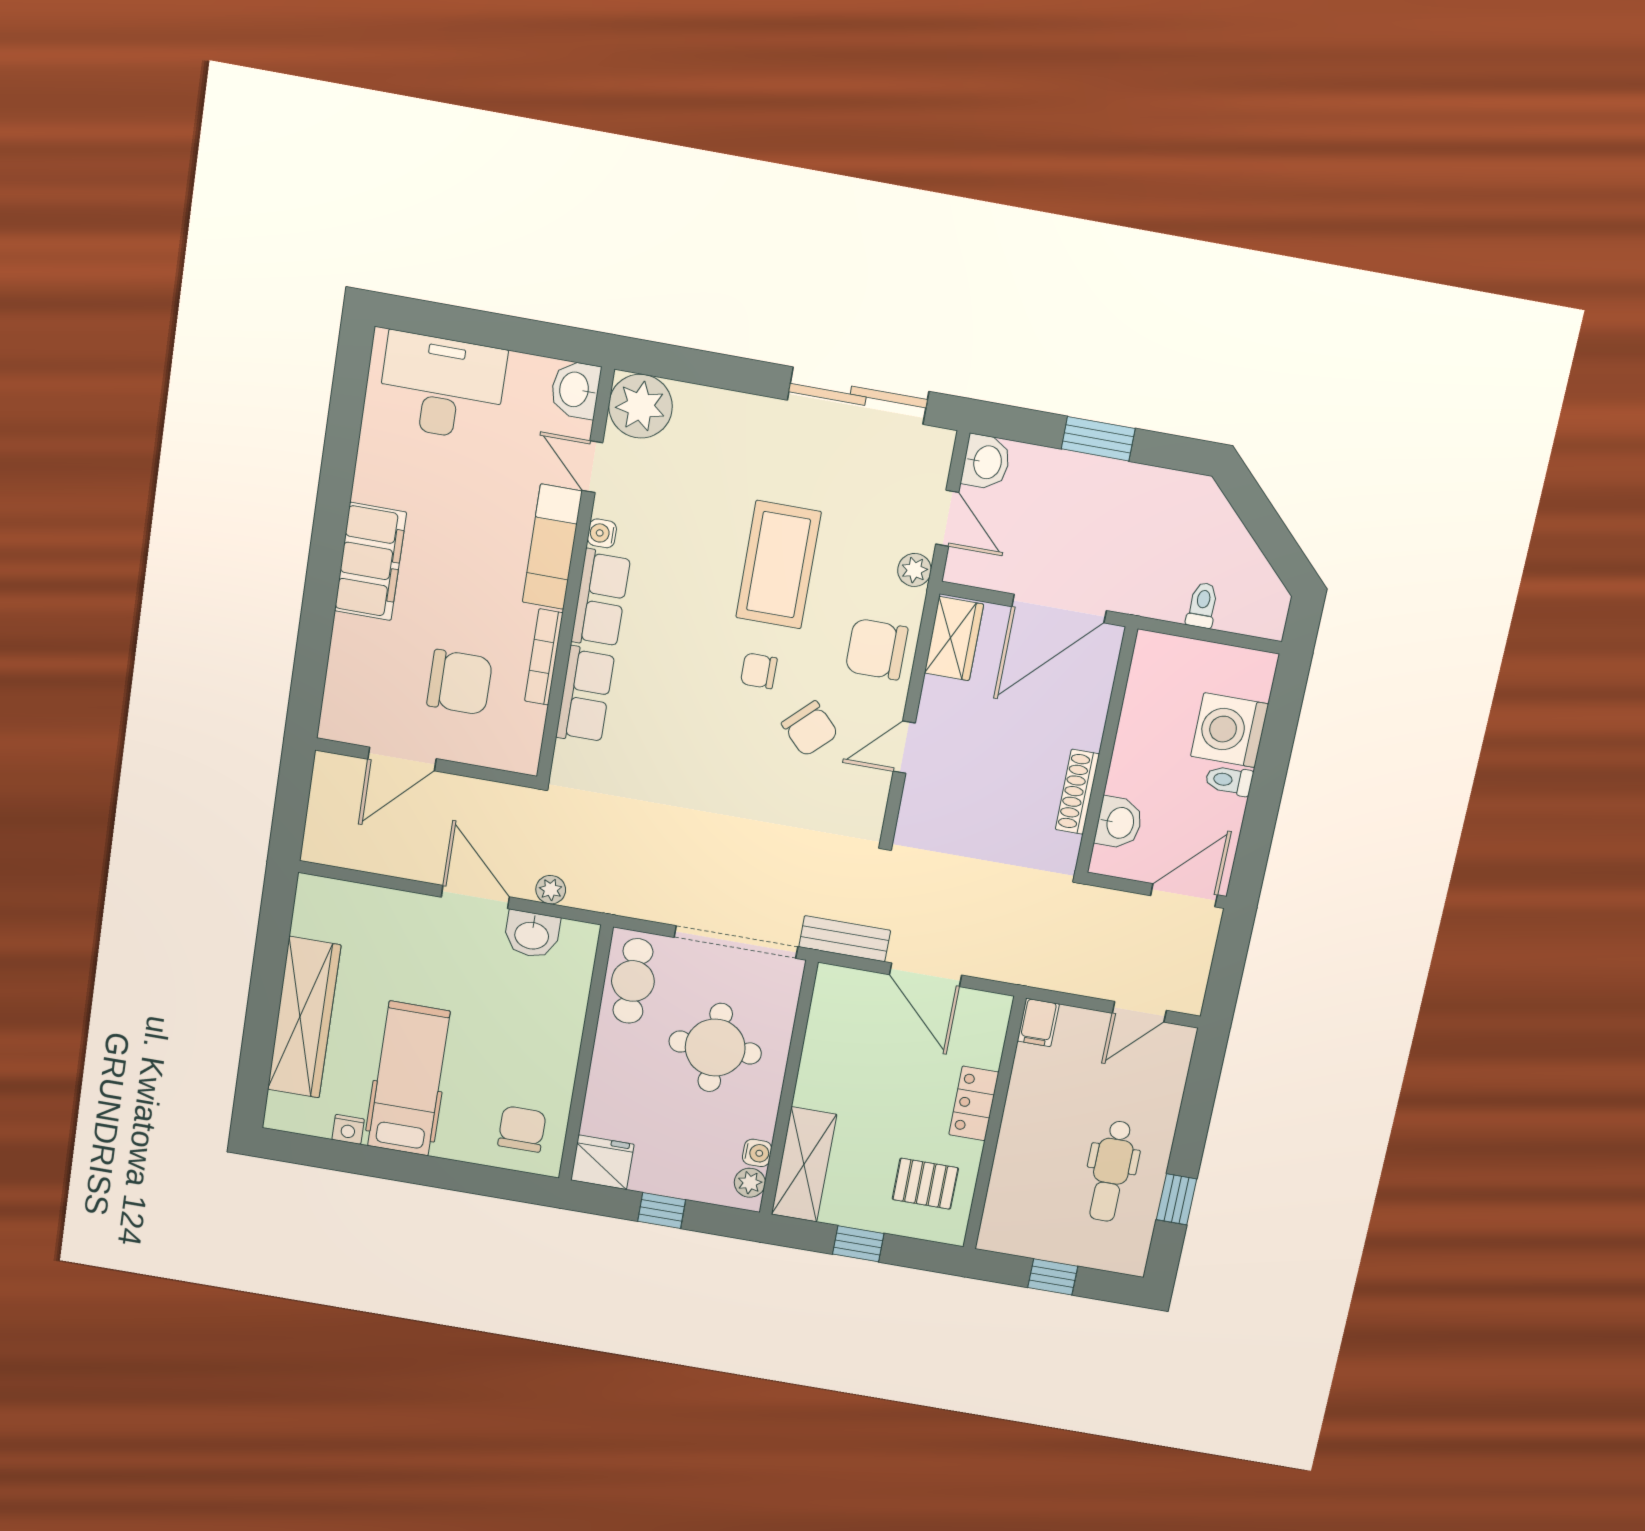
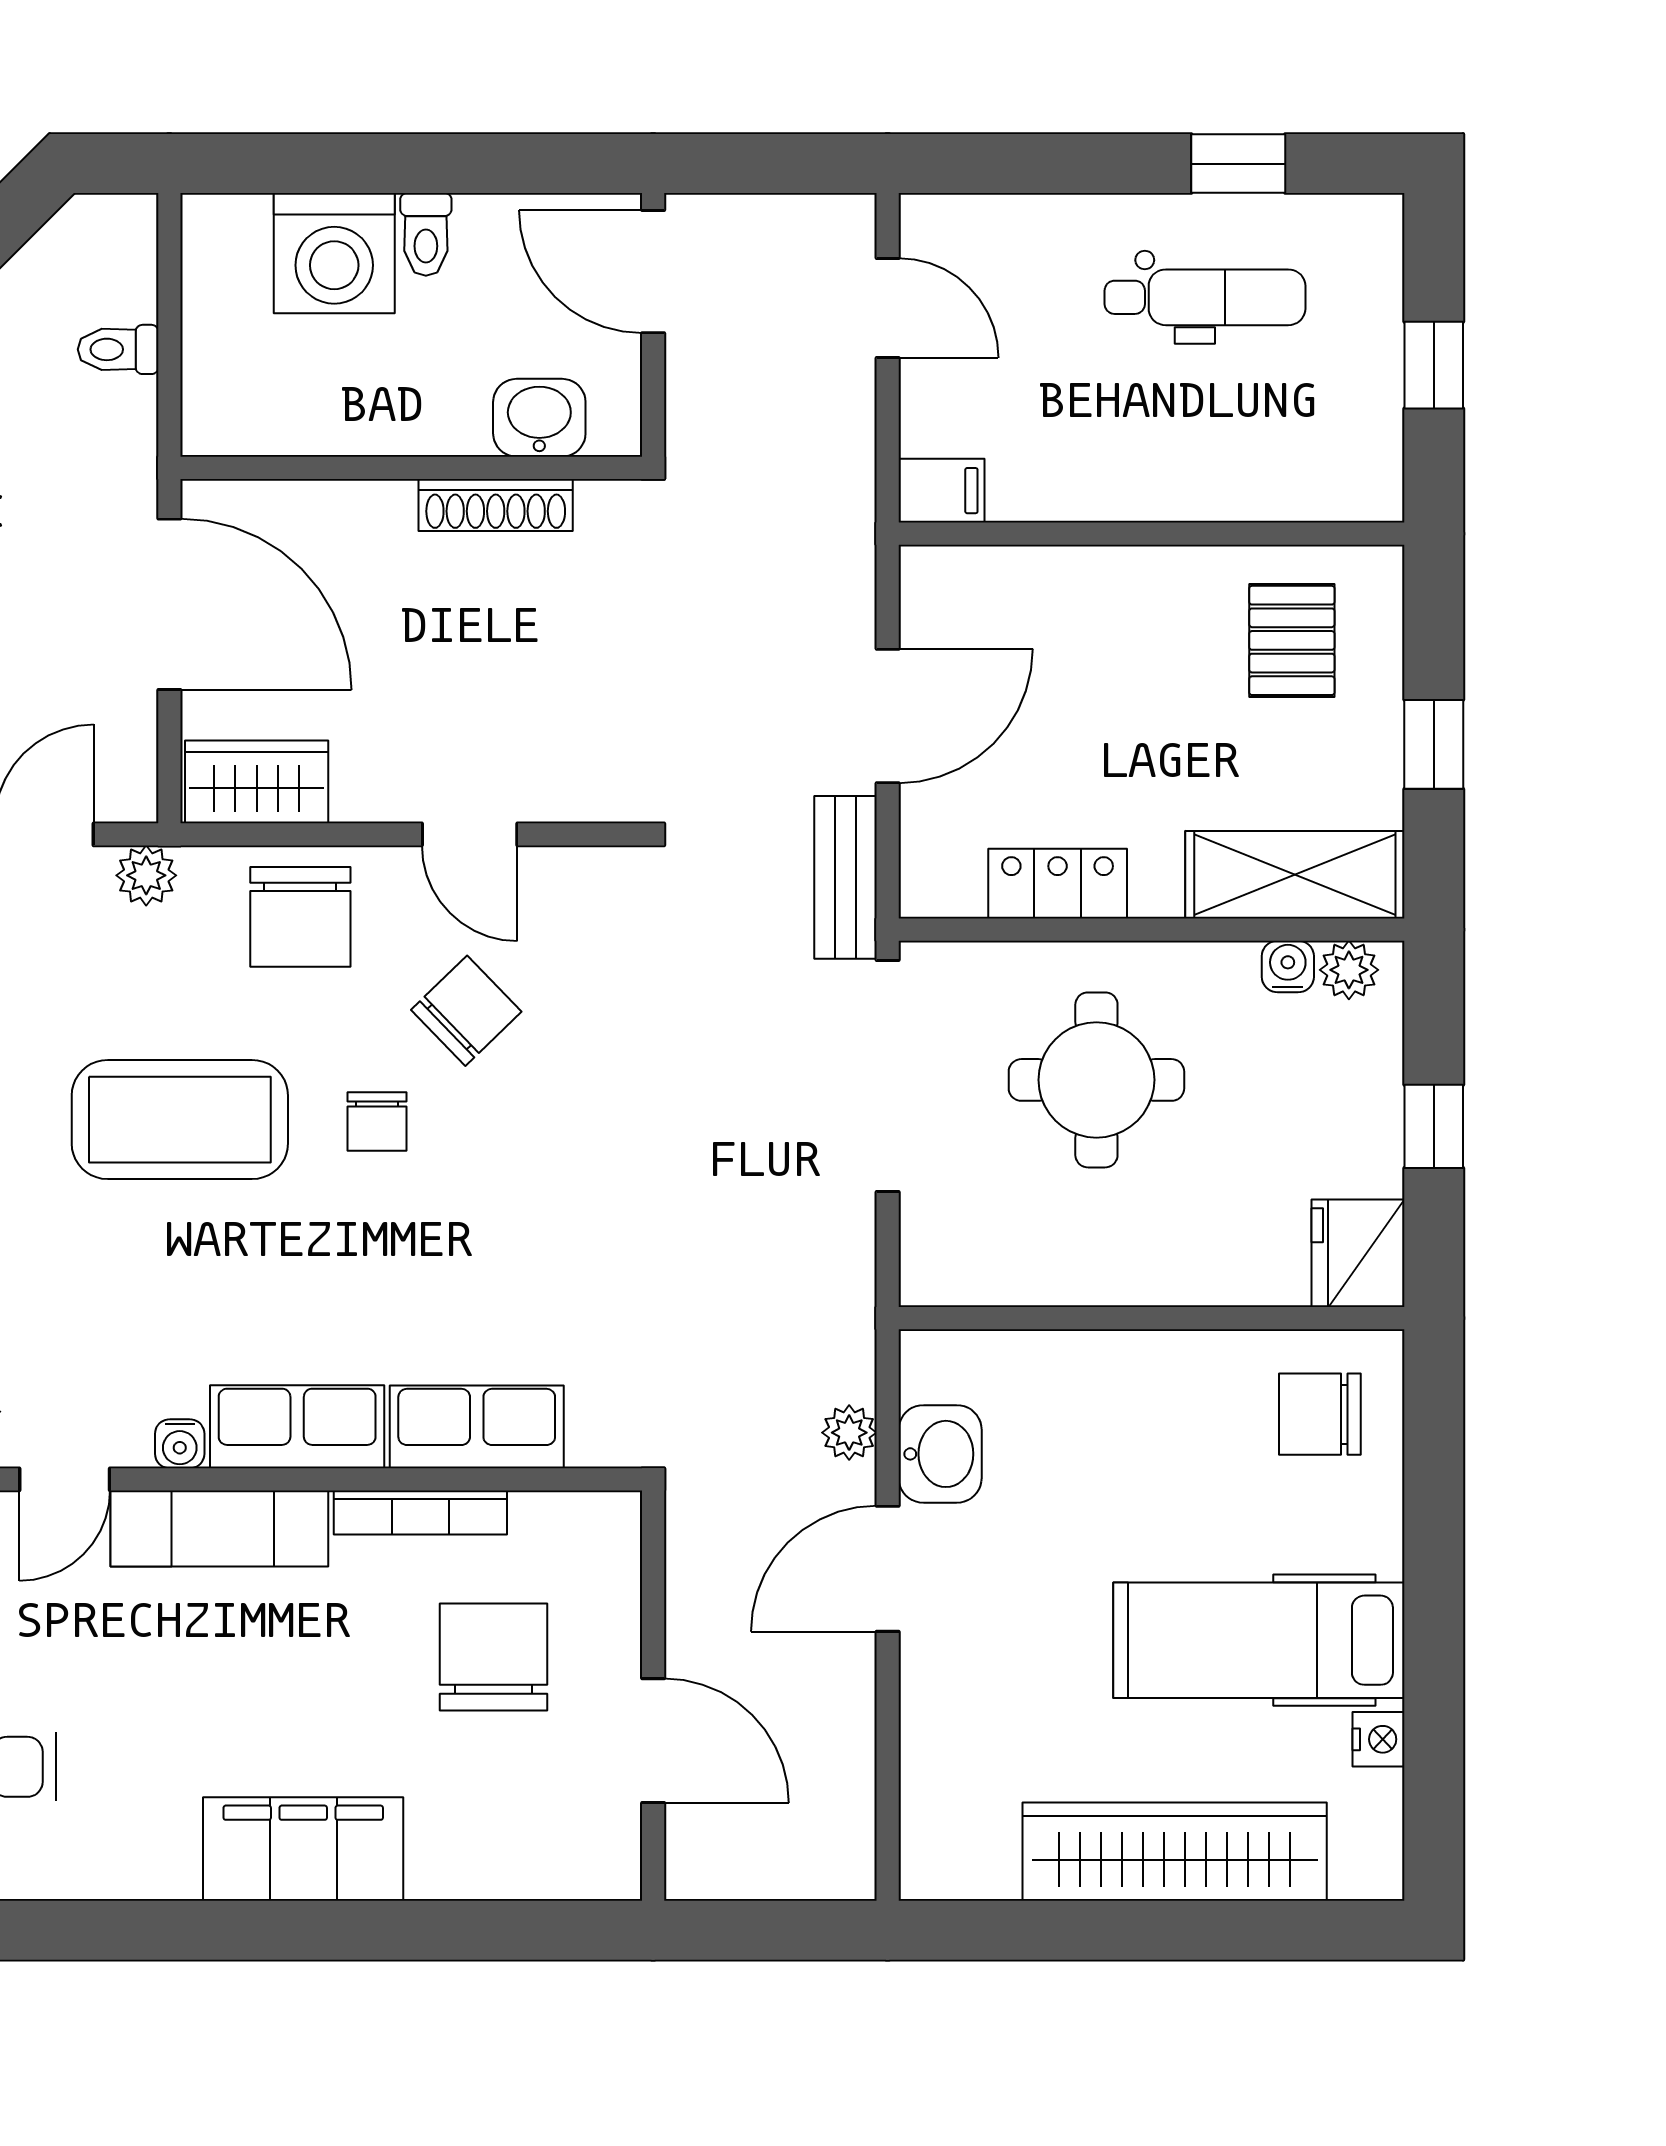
cafe table: (633, 981) -> (996, 1253), removed
locker: (974, 1103) -> (1058, 884), moved, turned 180

